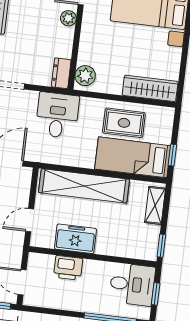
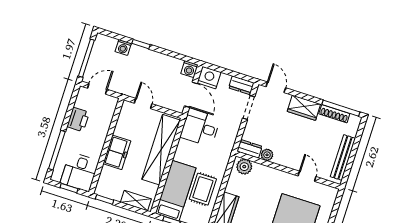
plant: (68, 18) -> (267, 155), moved
desk: (57, 115) -> (200, 127), moved, turned 180
freezer: (75, 239) -> (117, 152), moved
printer: (68, 268) -> (78, 119), moved, turned 180

